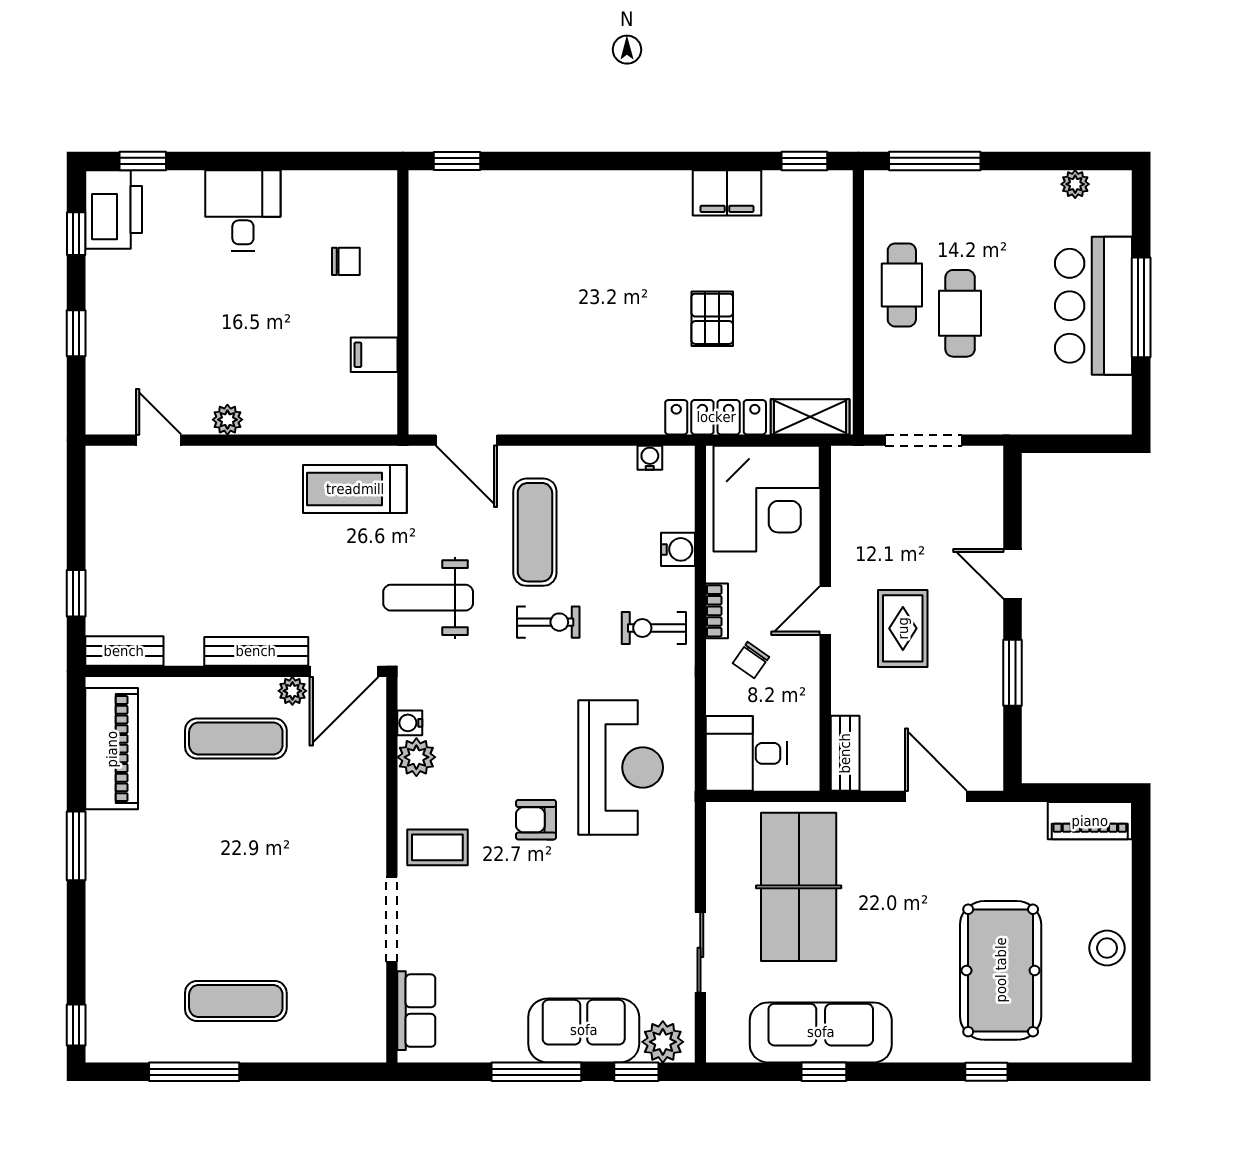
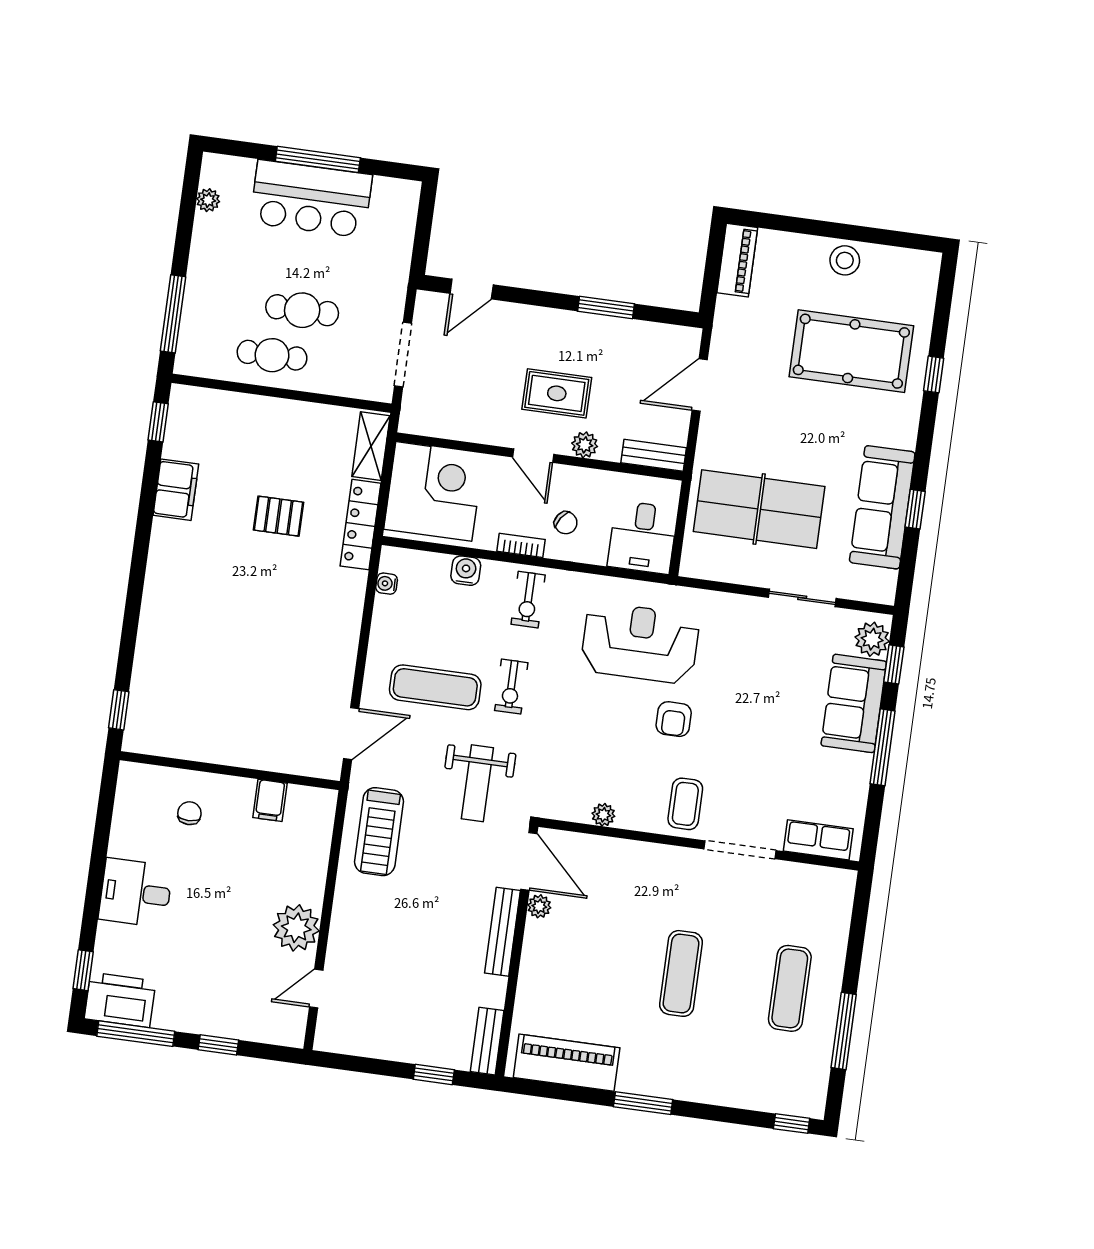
window: (76, 234) -> (136, 1034), width x2.17
plant: (227, 420) -> (296, 928), width x1.87, depth x1.87
door: (1013, 574) -> (472, 289), moved
exercise bike: (548, 622) -> (511, 687), turned 180
plant: (846, 670) -> (585, 445), added
water cooler: (410, 723) -> (579, 813), removed
exercise mat: (236, 738) -> (681, 973), moved
plant: (416, 757) -> (603, 815), width x0.73, depth x0.73

